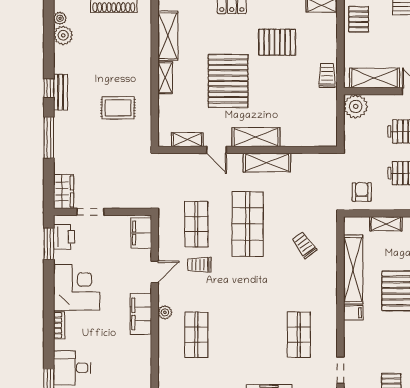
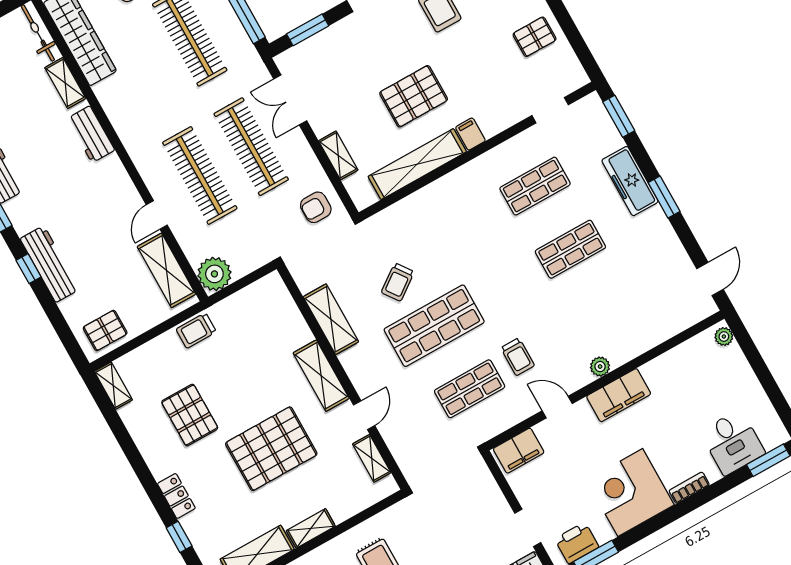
shelving: (267, 163) -> (331, 319), moved
trolley: (304, 245) -> (398, 282), moved
shop shelf: (196, 335) -> (570, 249), moved

